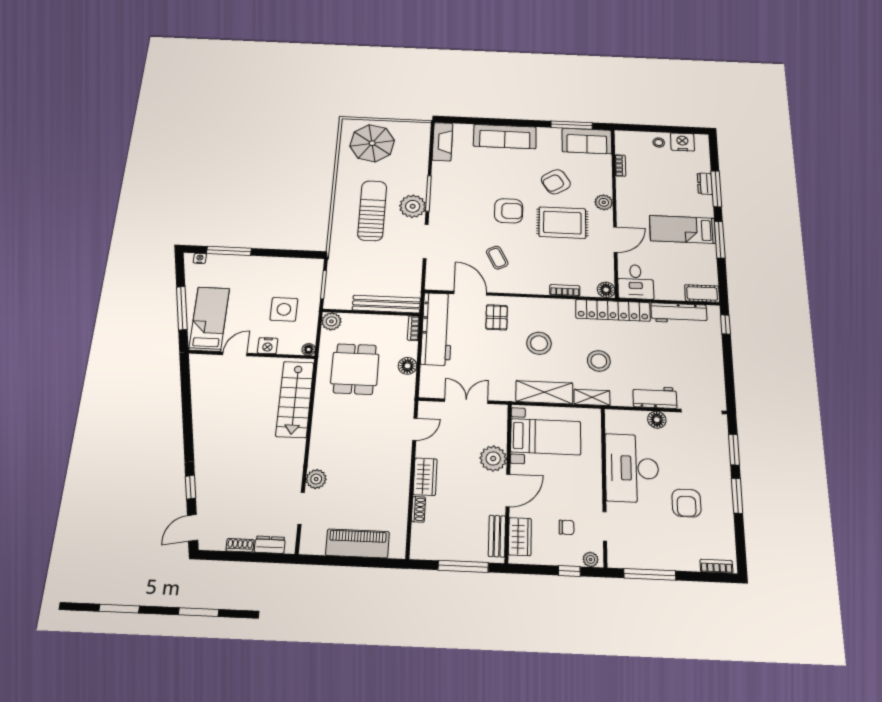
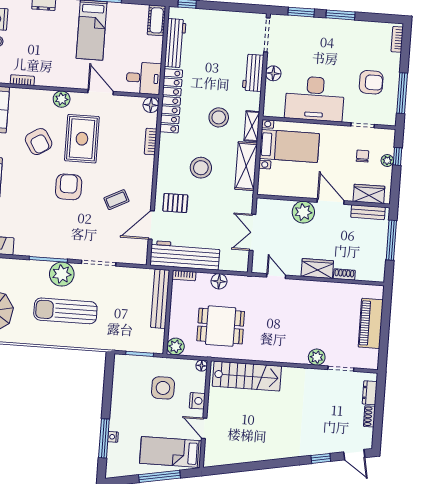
nightstand: (200, 258) -> (113, 437), moved
bed with nightstands: (546, 437) -> (289, 146), moved, turned 90
armchair: (686, 503) -> (371, 82), moved
plant: (591, 559) -> (387, 161), moved

